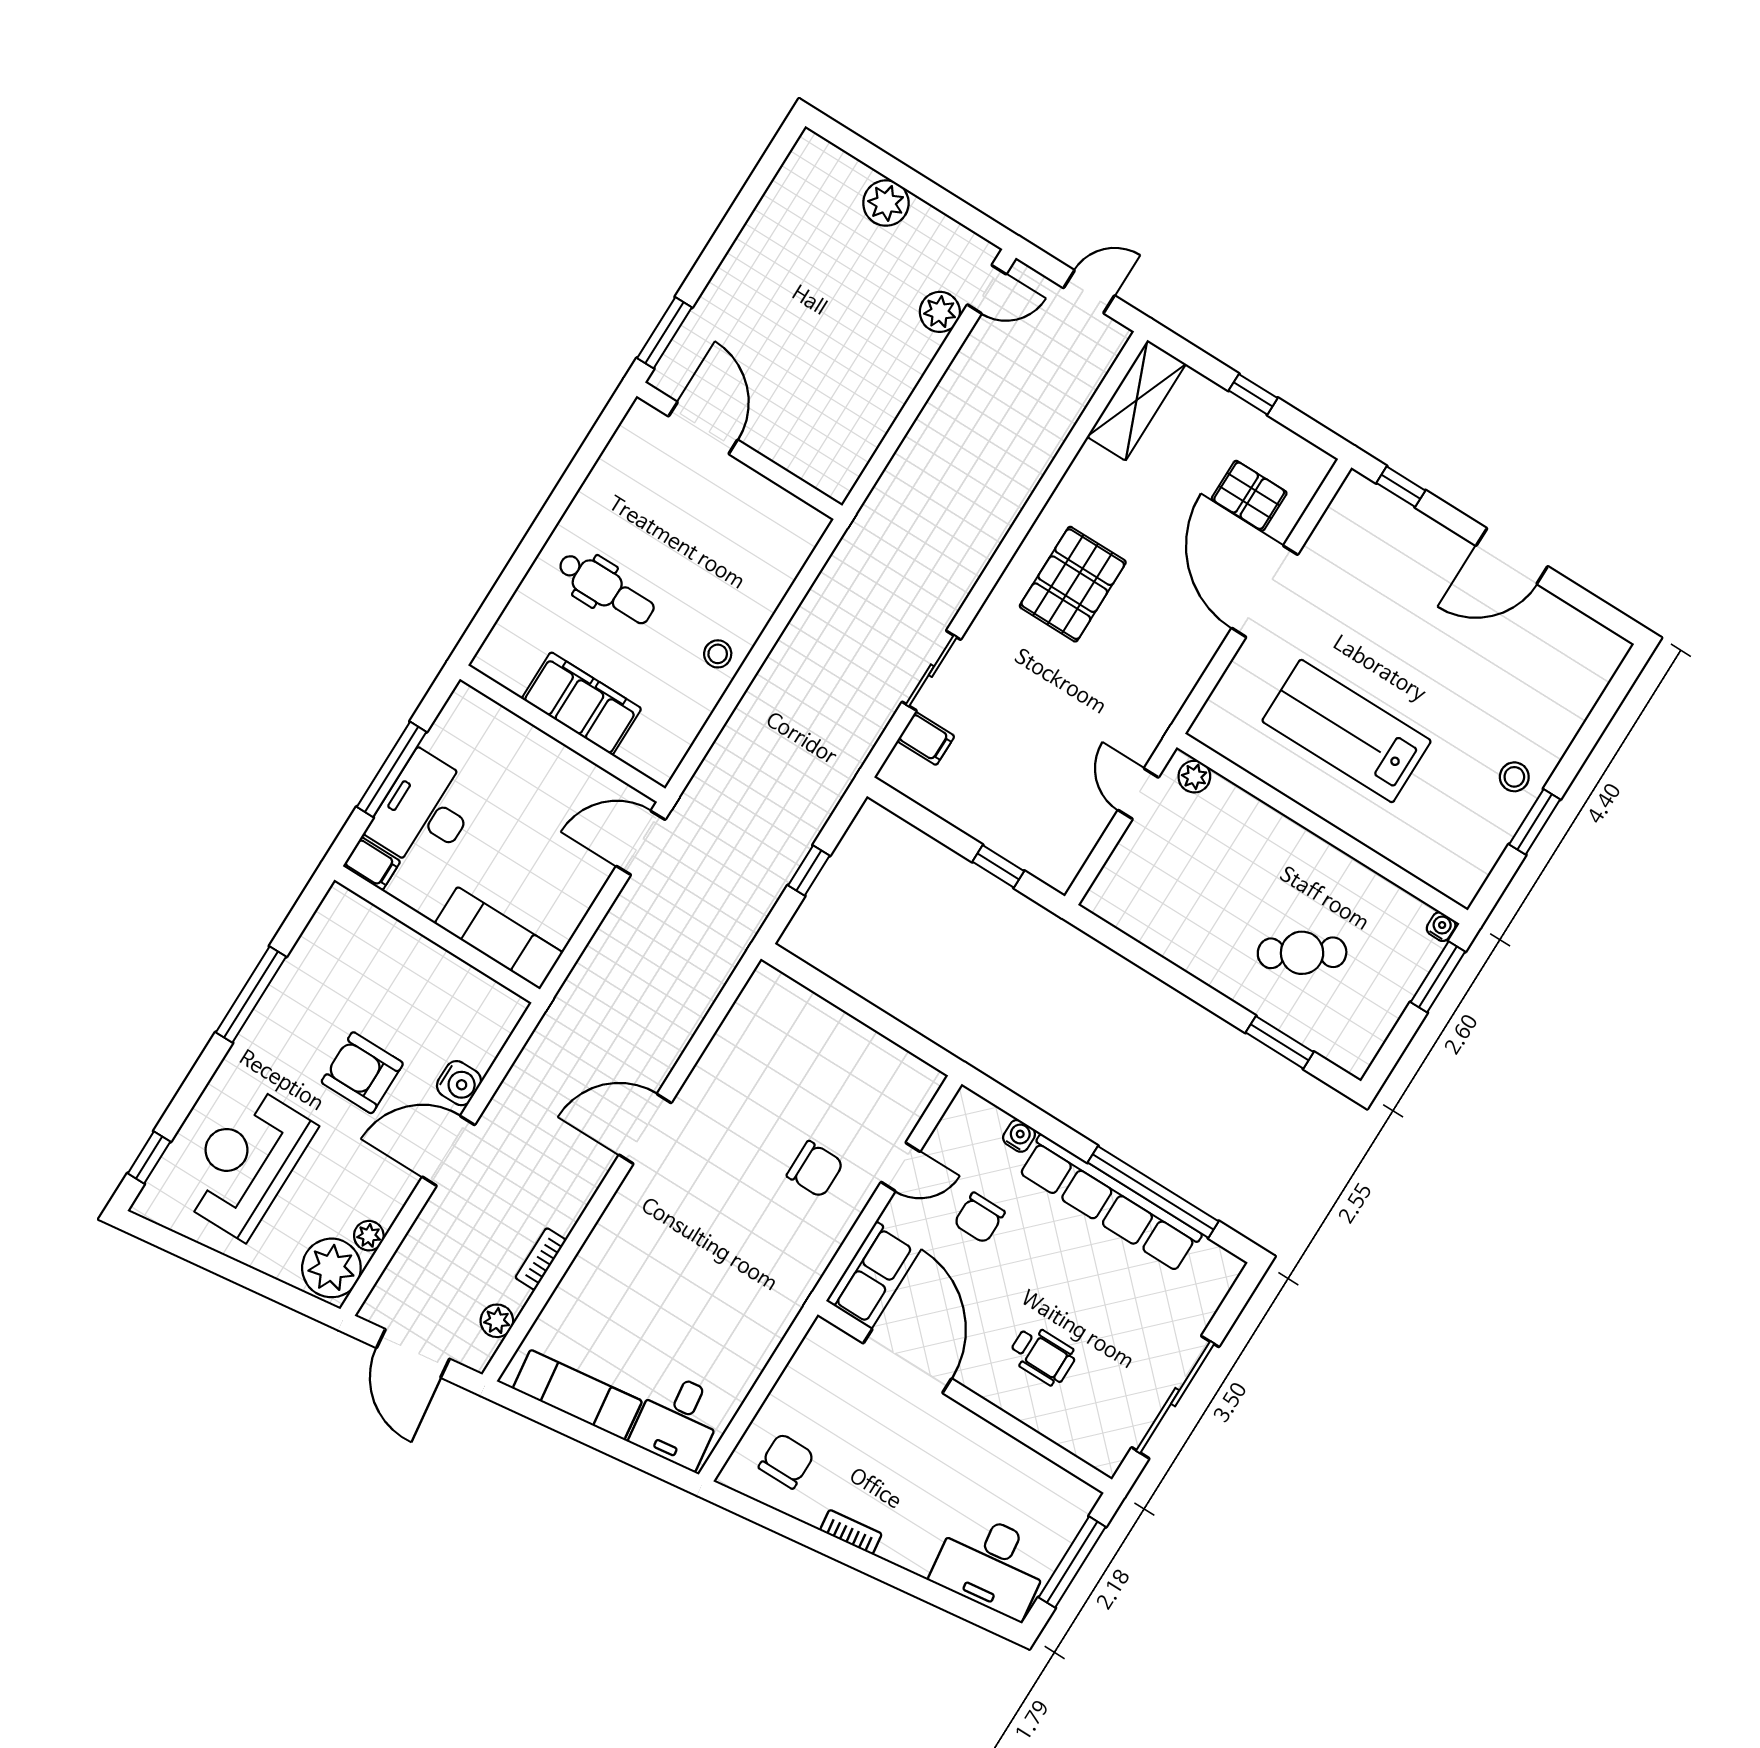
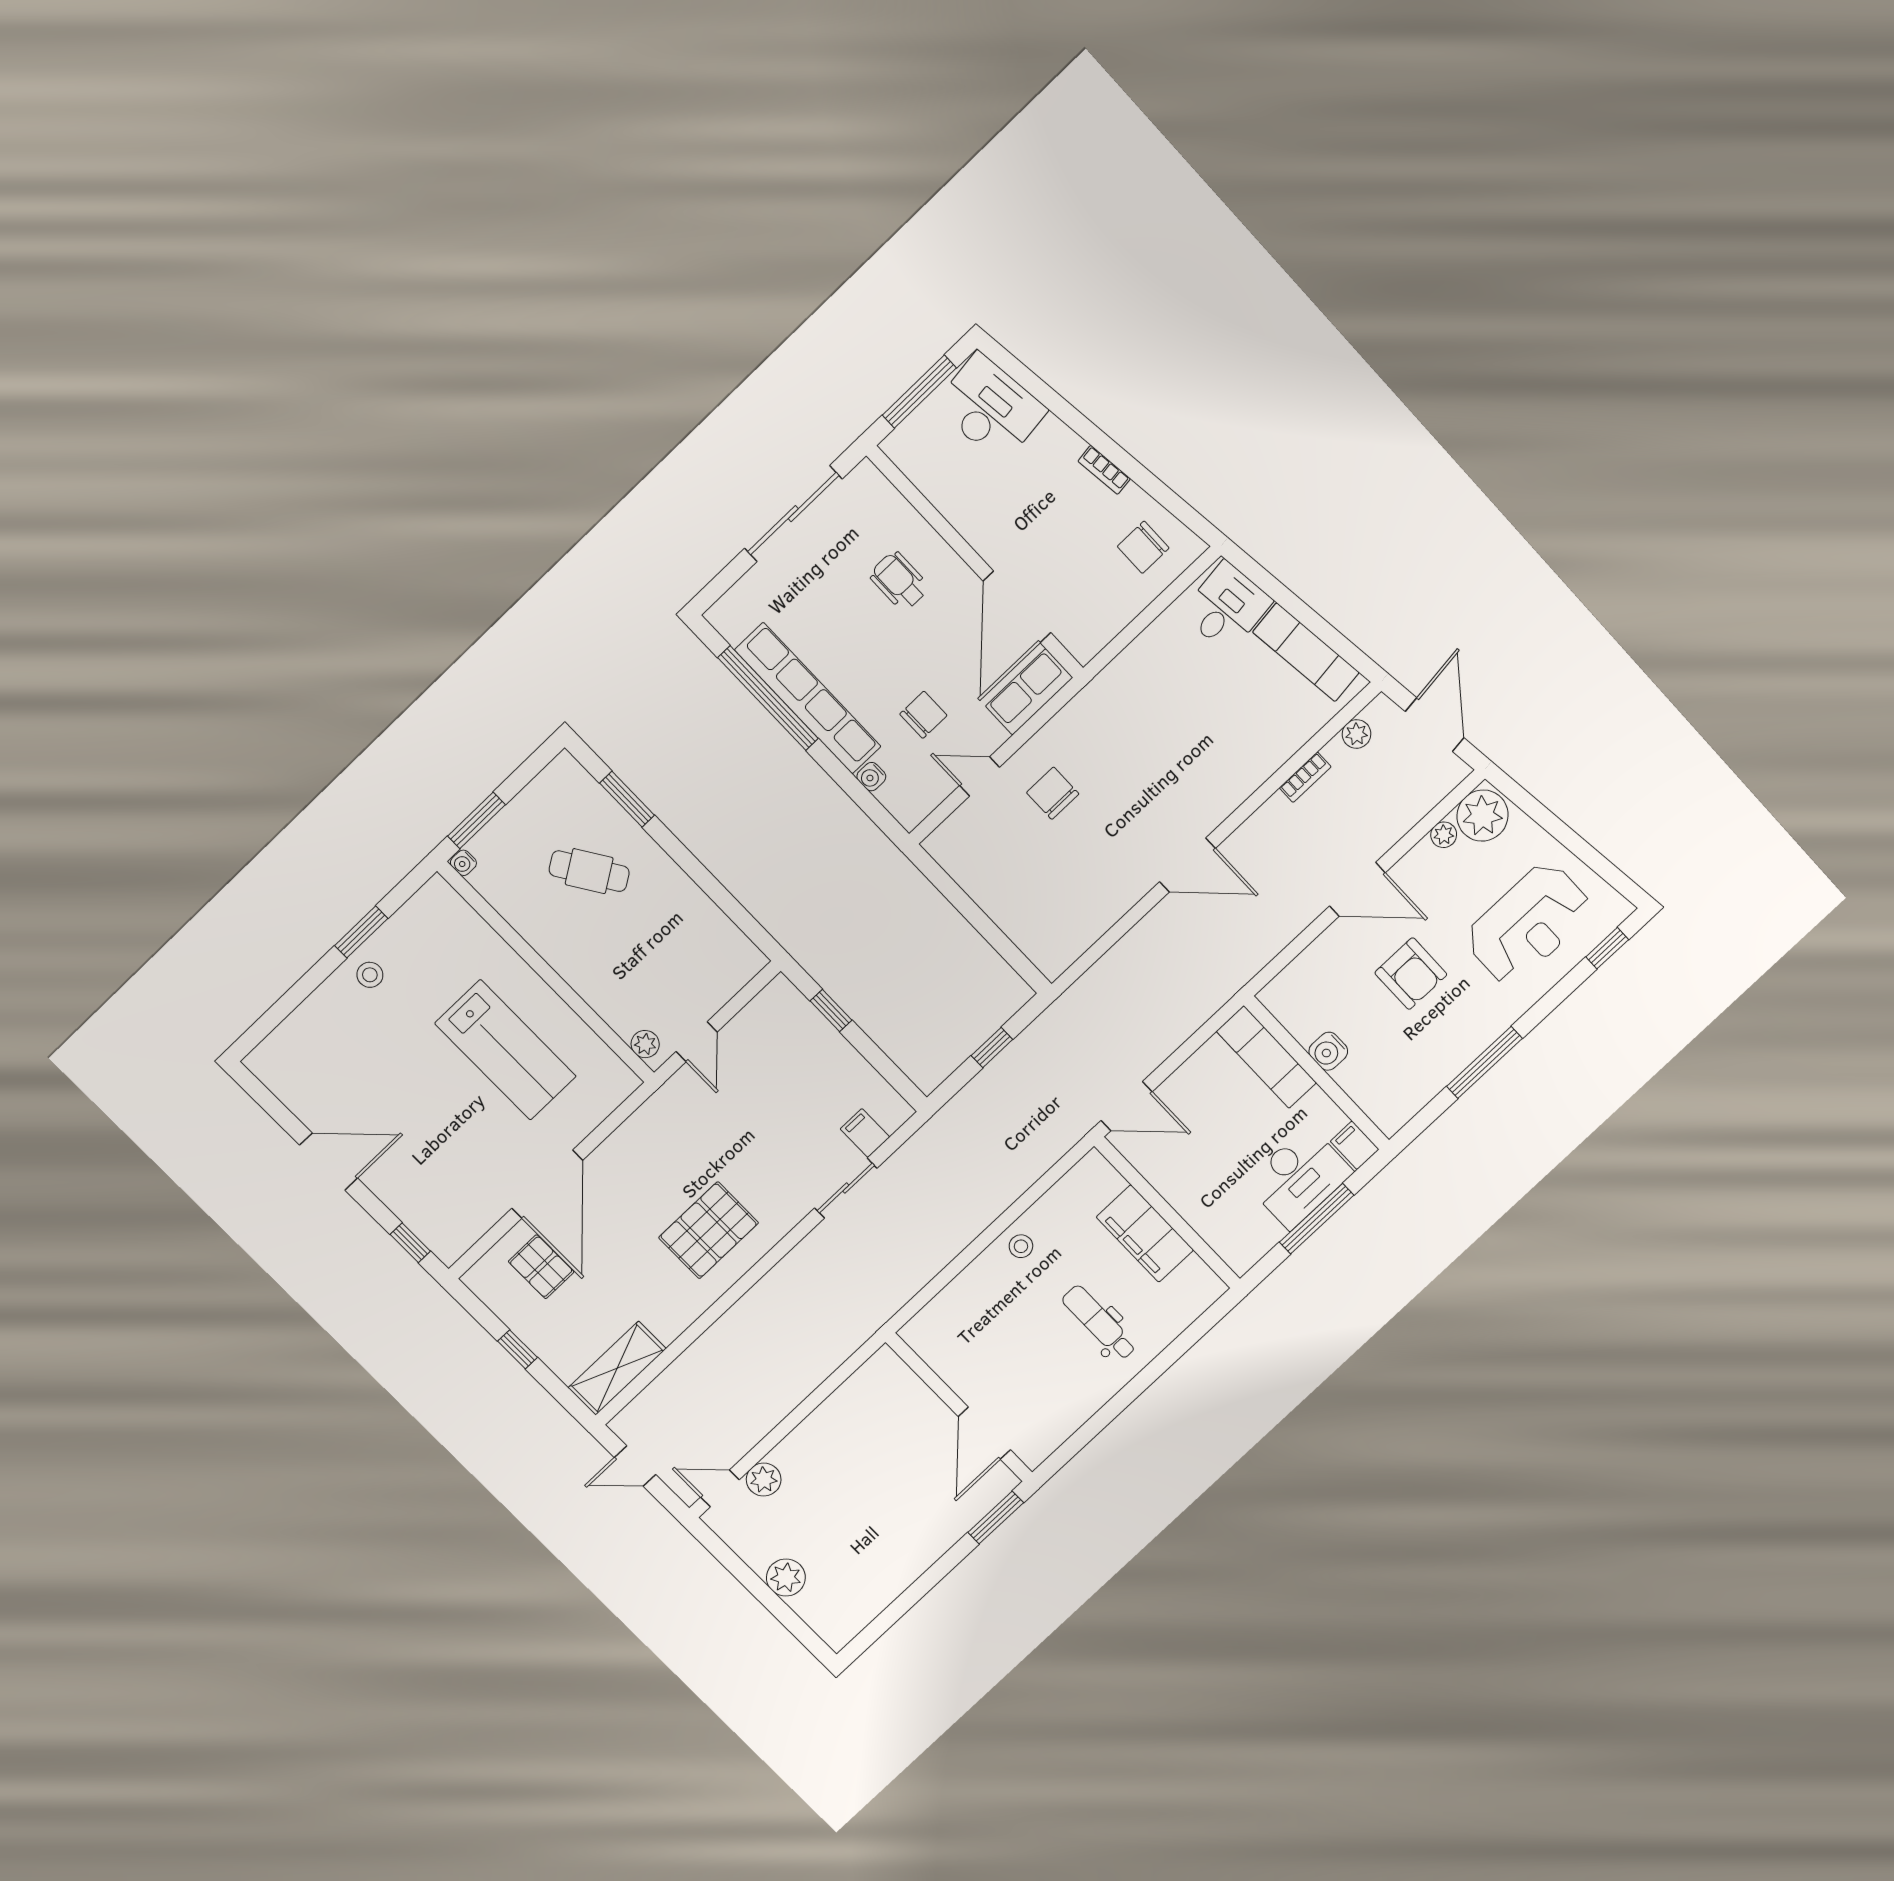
water cooler: (459, 1083) -> (1328, 1051), moved, turned -90

